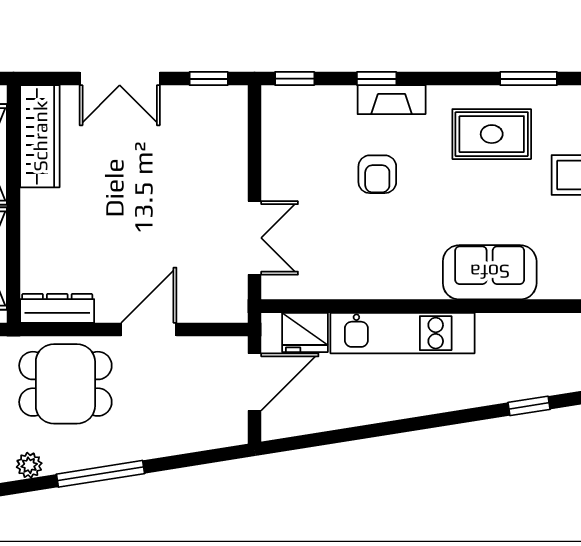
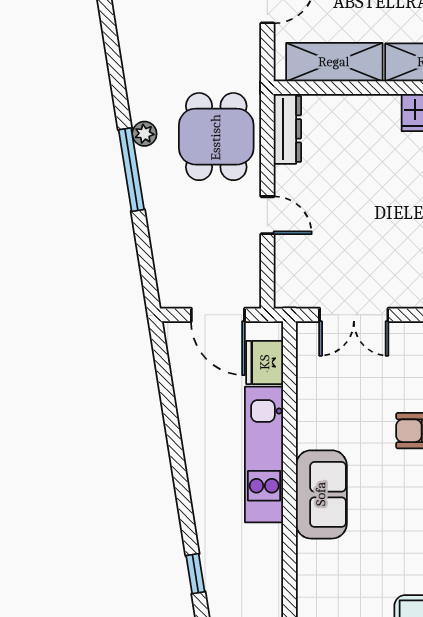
sofa: (490, 272) -> (321, 494), moved
door: (149, 330) -> (267, 215), width x0.73
plant: (29, 465) -> (144, 134), moved

